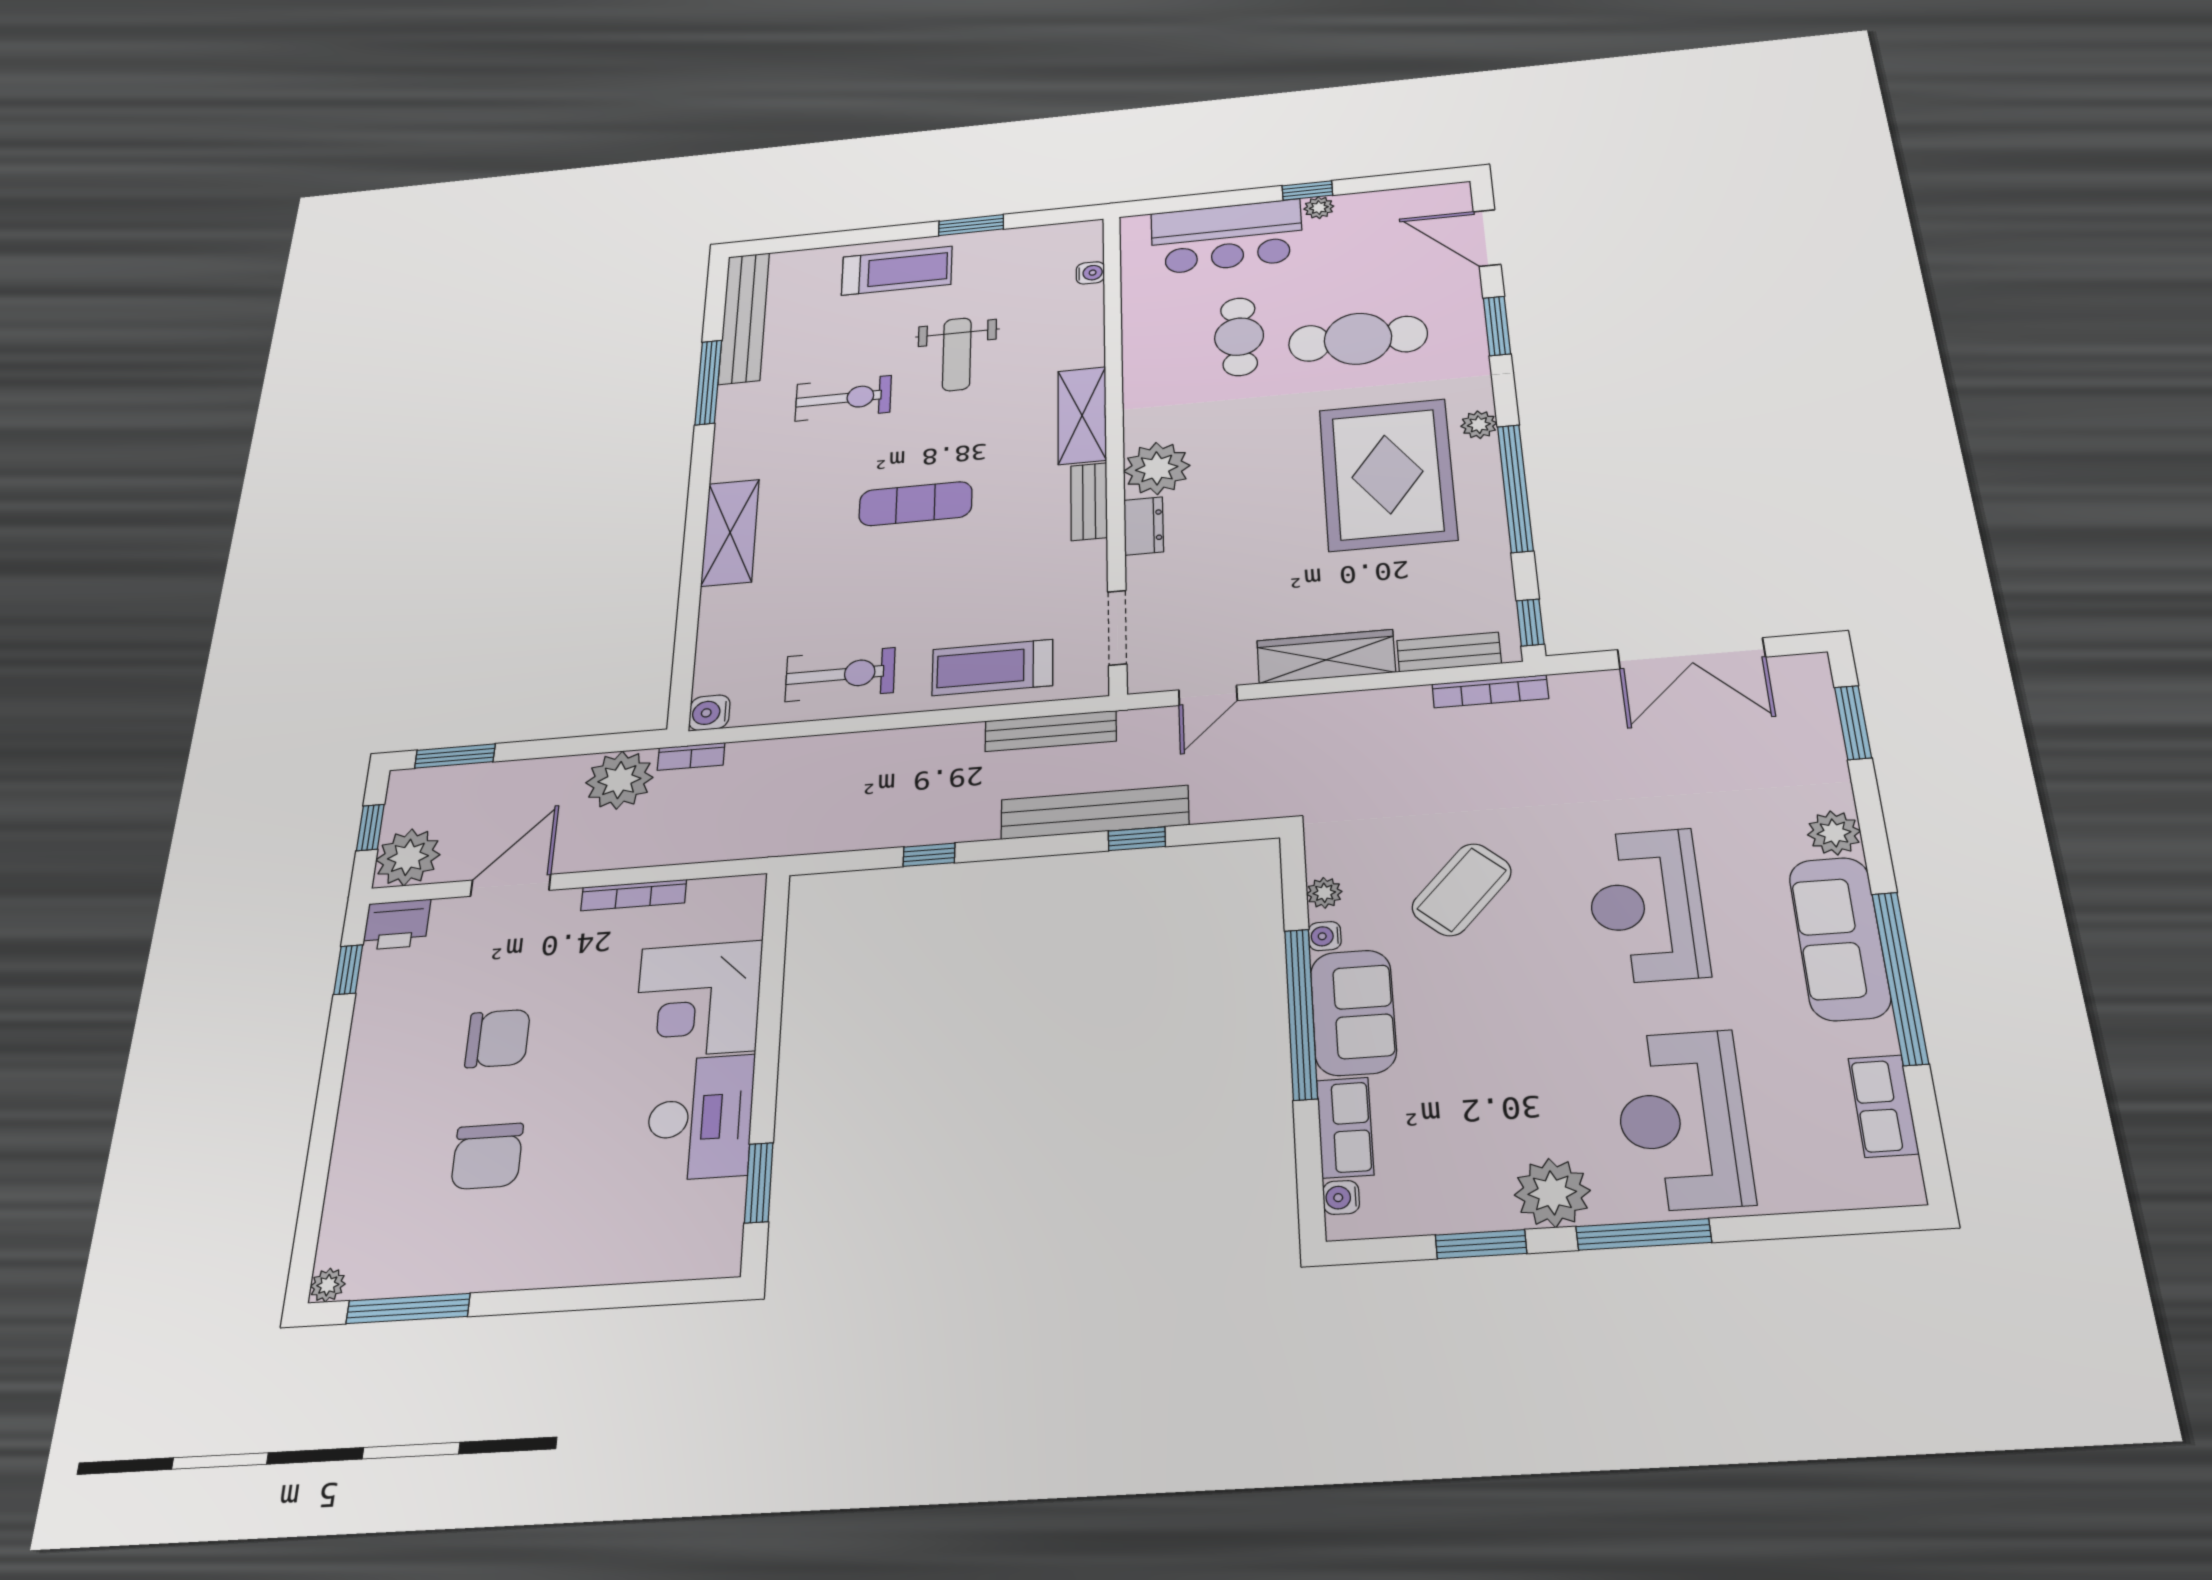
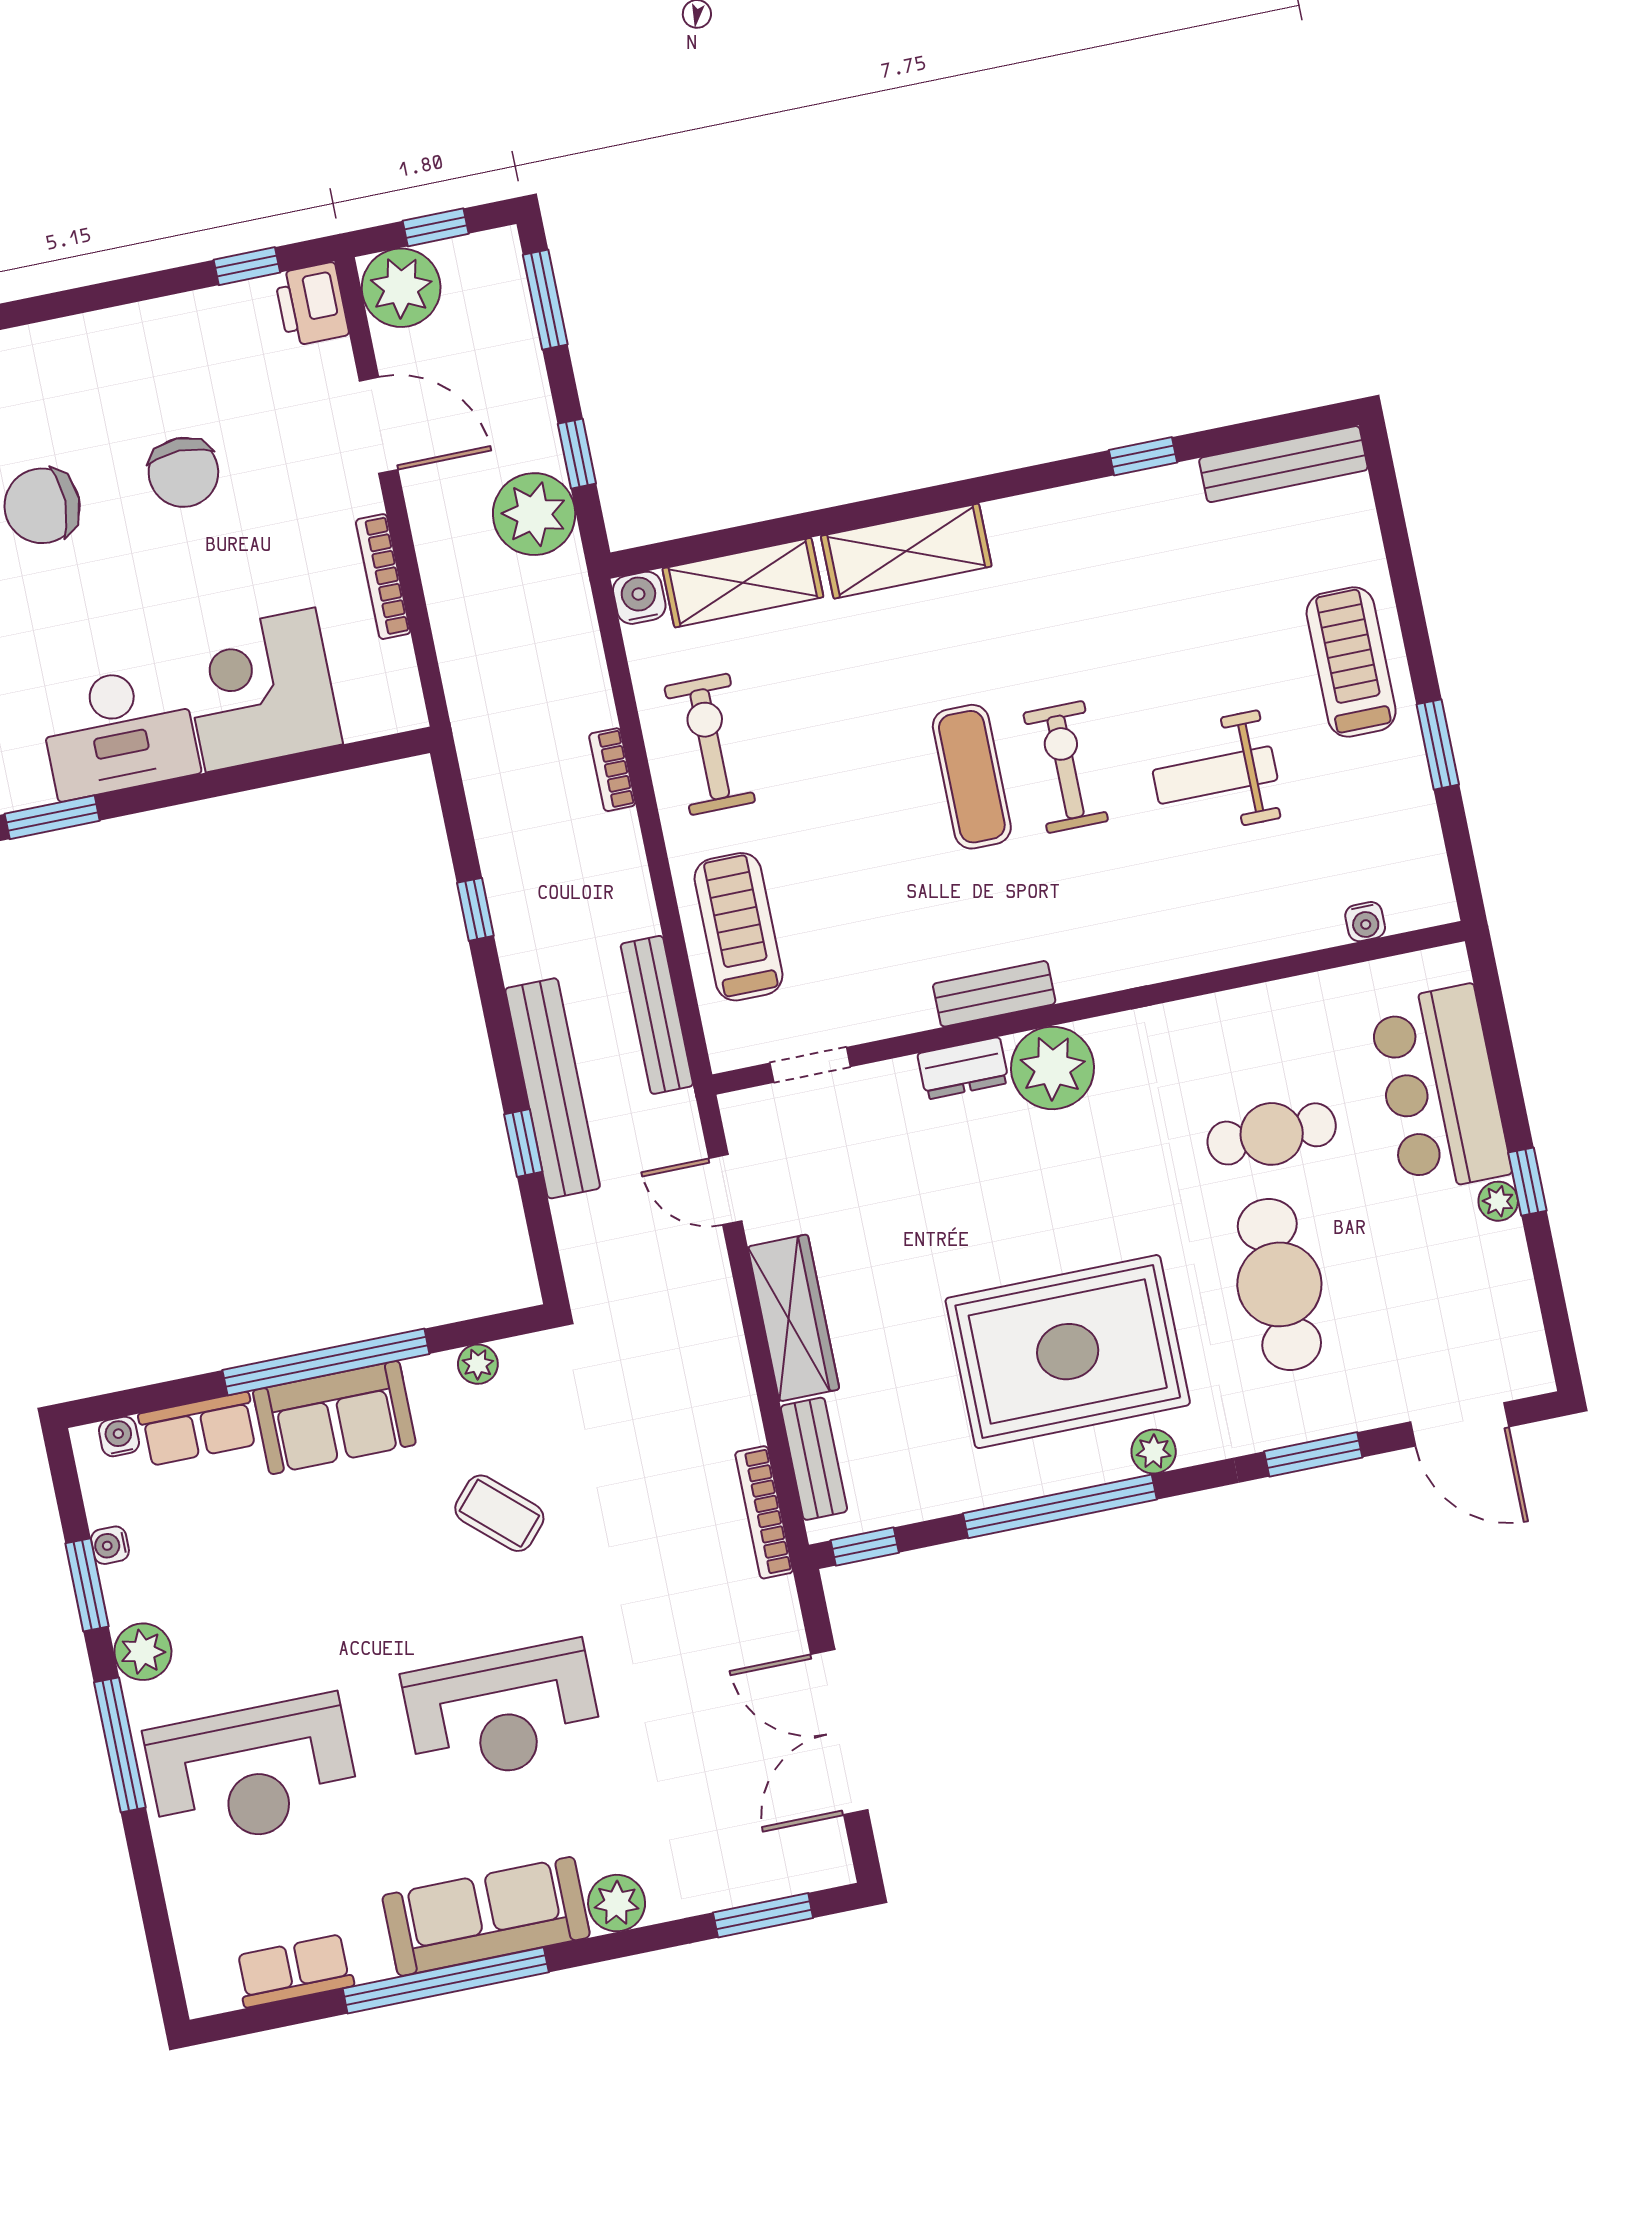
door: (1487, 238) -> (1460, 1424), swing flipped
treadmill: (897, 271) -> (1351, 662), turned 180
bench: (744, 318) -> (1283, 464), width x0.73, depth x0.82
window: (708, 382) -> (1143, 456), width x0.46
exercise bike: (843, 398) -> (1066, 767), moved, turned 180
shelving: (1082, 415) -> (743, 583), moved
doorway: (1117, 628) -> (810, 1065), width x0.73
exercise bike: (840, 674) -> (710, 744), turned 180
window: (582, 745) -> (577, 454), added
bookcase: (691, 757) -> (612, 770), moved
coffee table: (1462, 890) -> (499, 1513), width x0.73, depth x0.77
reception desk: (1646, 906) -> (502, 1713), turned 180
water cooler: (1325, 936) -> (110, 1545), moved, turned -90
reception desk: (1682, 1120) -> (252, 1772), turned 180
plant: (1552, 1193) -> (143, 1652), width x0.73, depth x0.73

